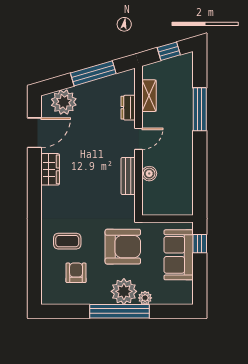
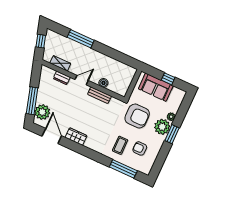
window: (93, 73) -> (32, 101), moved
door: (139, 139) -> (82, 80), hinge flipped
window: (200, 244) -> (168, 79), moved
armchair: (123, 247) -> (137, 116), turned 90
window: (34, 262) -> (123, 169), added
window: (119, 311) -> (172, 134), width x0.47

